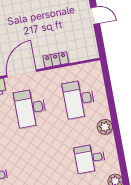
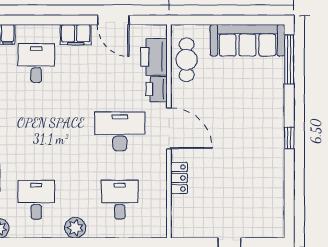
desk: (79, 99) -> (120, 200), width x0.73

